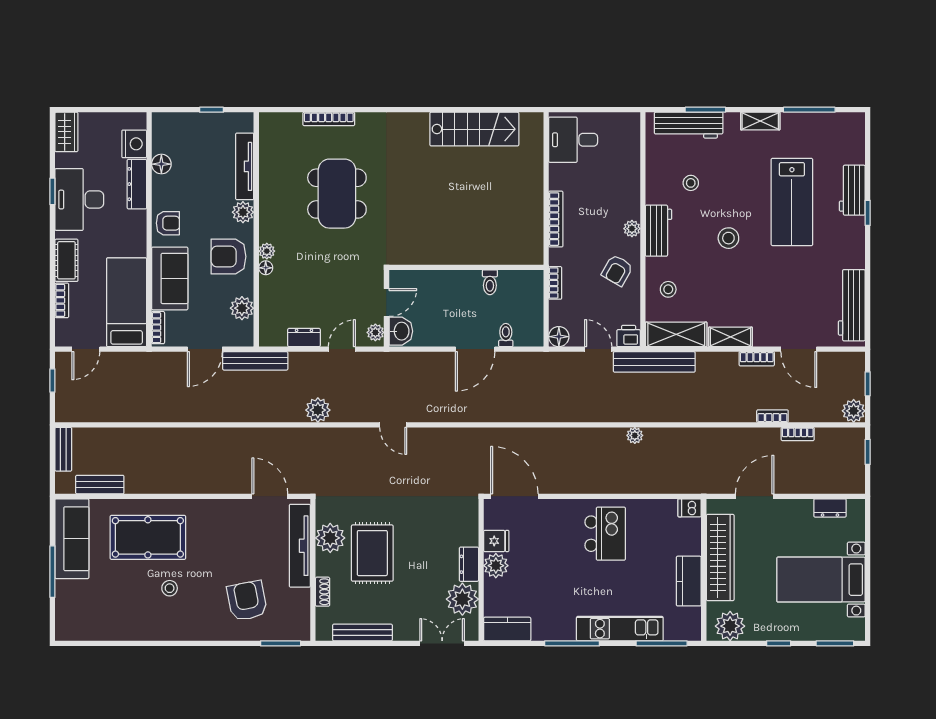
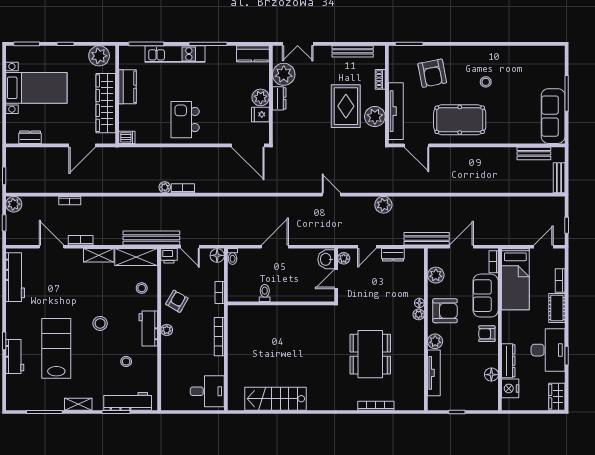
toilet: (506, 335) -> (233, 257), moved
bookcase: (798, 434) -> (183, 188), moved
pool table: (148, 537) -> (460, 120), moved

